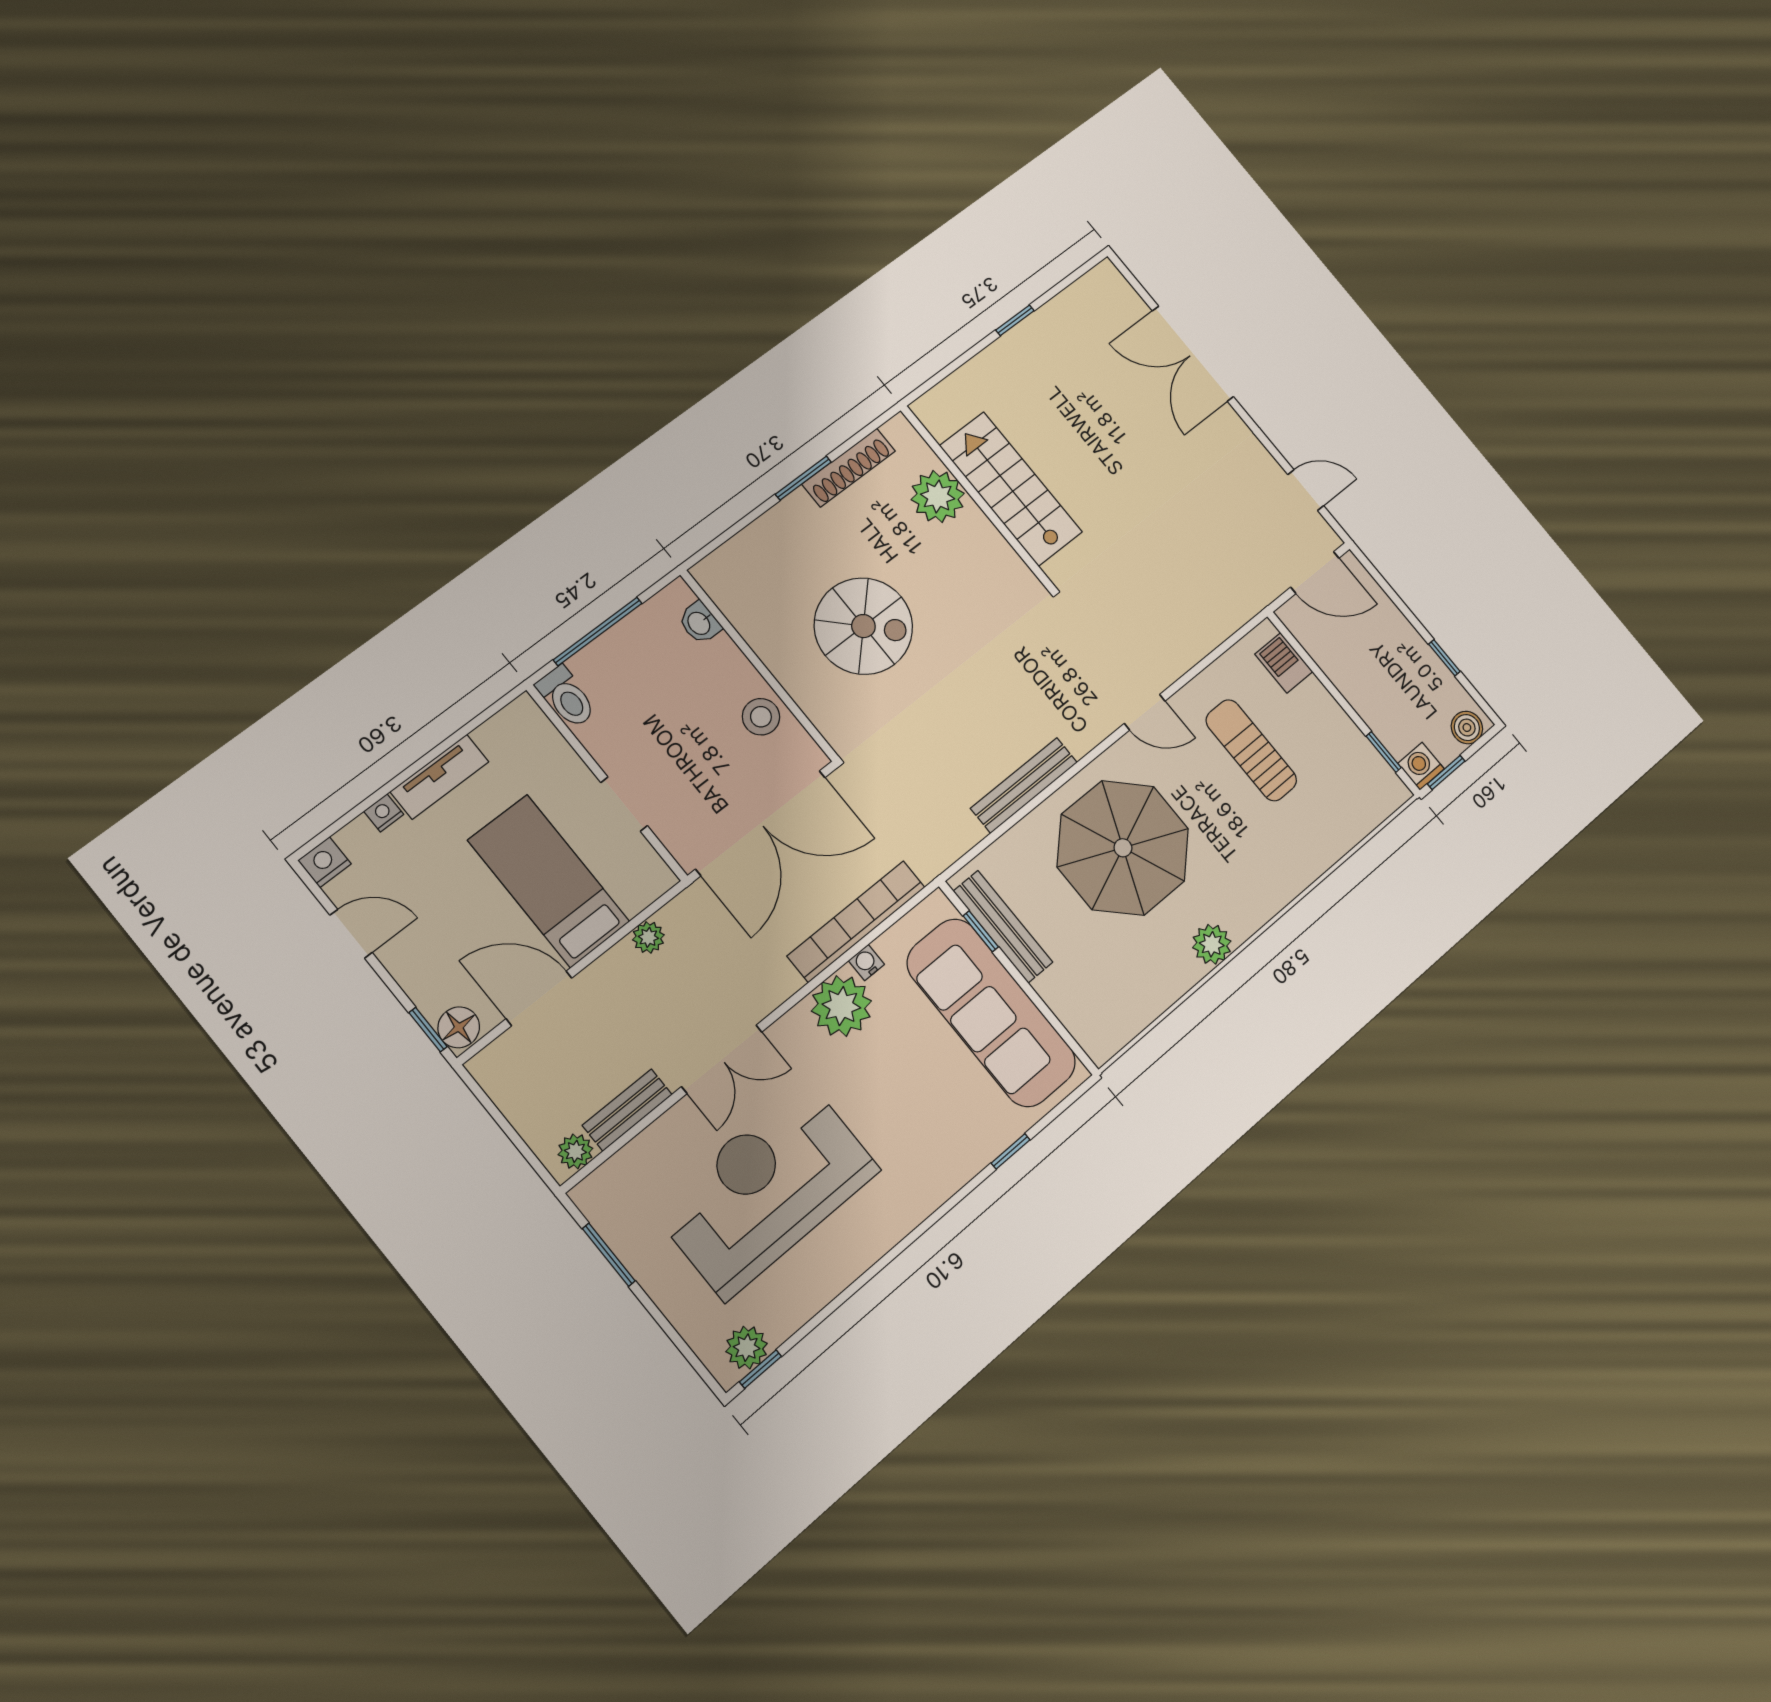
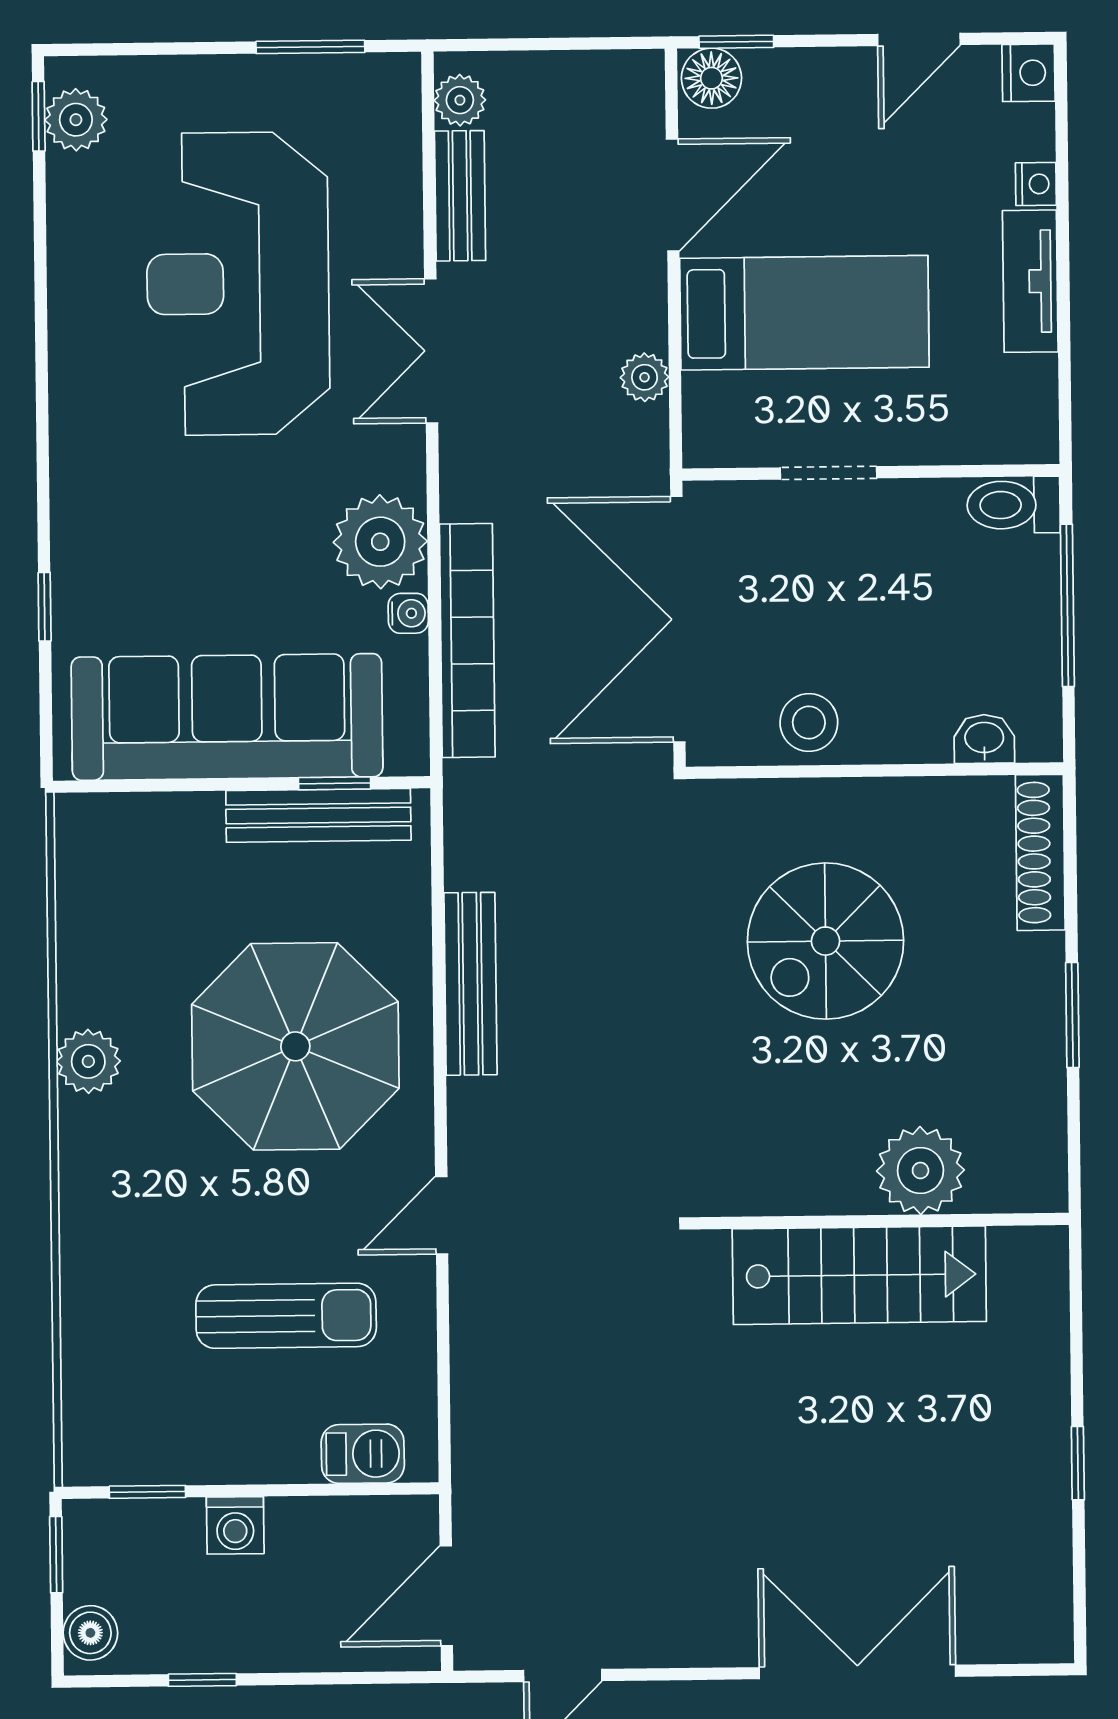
shoe rack: (849, 468) -> (1040, 852), moved
washing machine: (1421, 766) -> (235, 1525), moved, turned 90
reception desk: (766, 1189) -> (238, 284), turned 180

